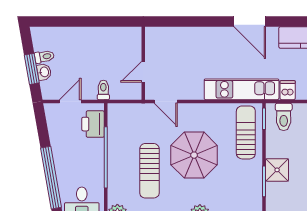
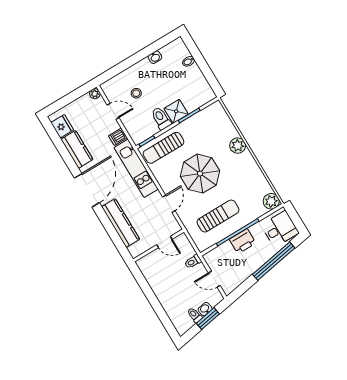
door: (250, 22) -> (87, 190), width x1.36
kitchen counter: (192, 37) -> (121, 223), added
door: (166, 101) -> (169, 204), moved
toilet: (284, 117) -> (161, 118), moved, turned -90
printer: (93, 124) -> (243, 241), moved
sun lounger: (149, 171) -> (218, 216), moved

